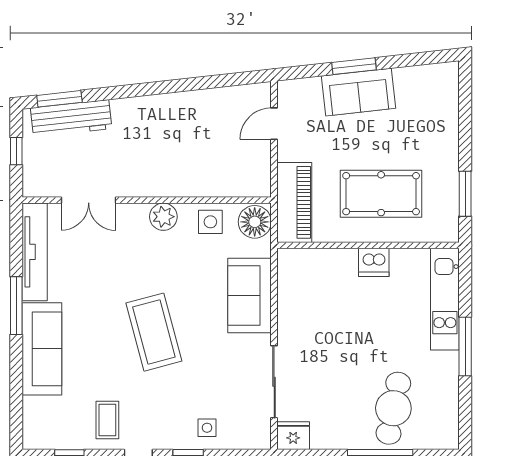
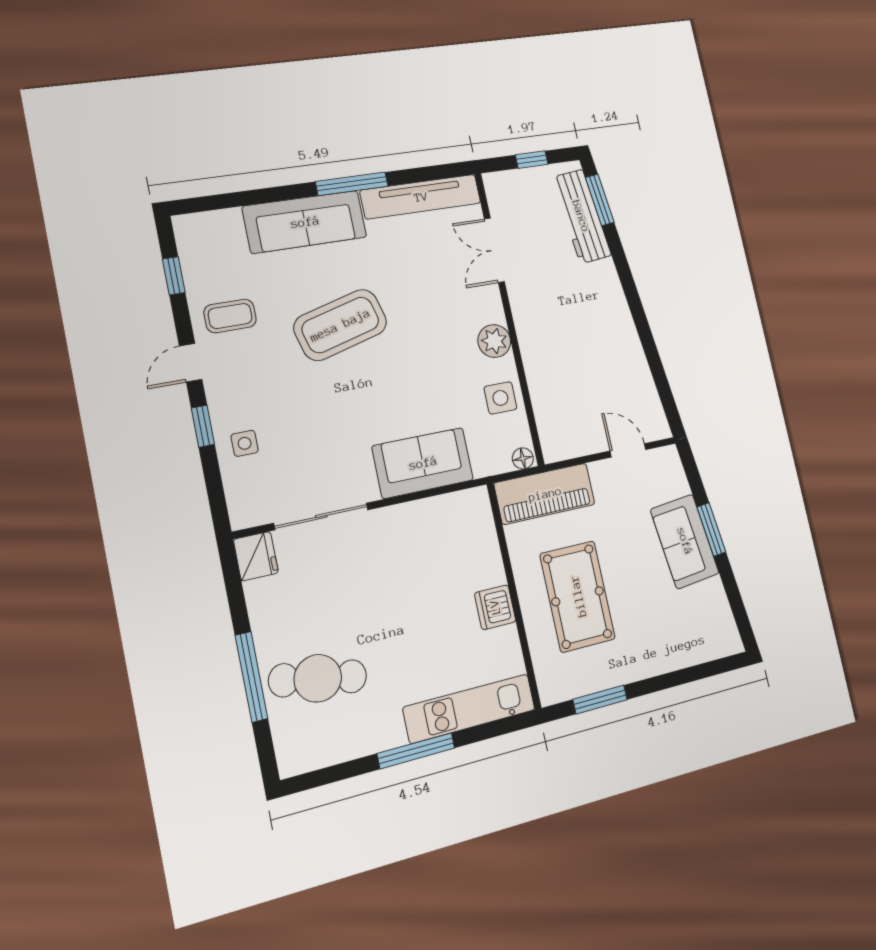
floor lamp: (255, 222) -> (523, 458), width x0.53, depth x0.53
coffee table: (154, 332) -> (340, 325), moved

